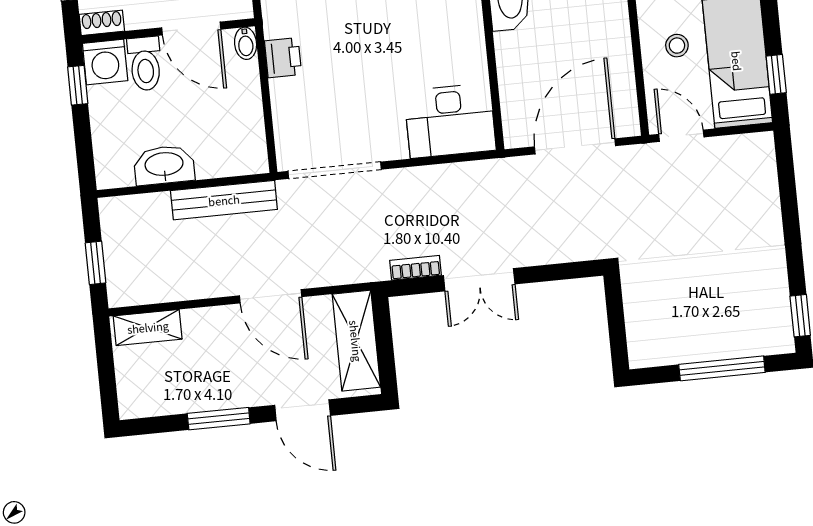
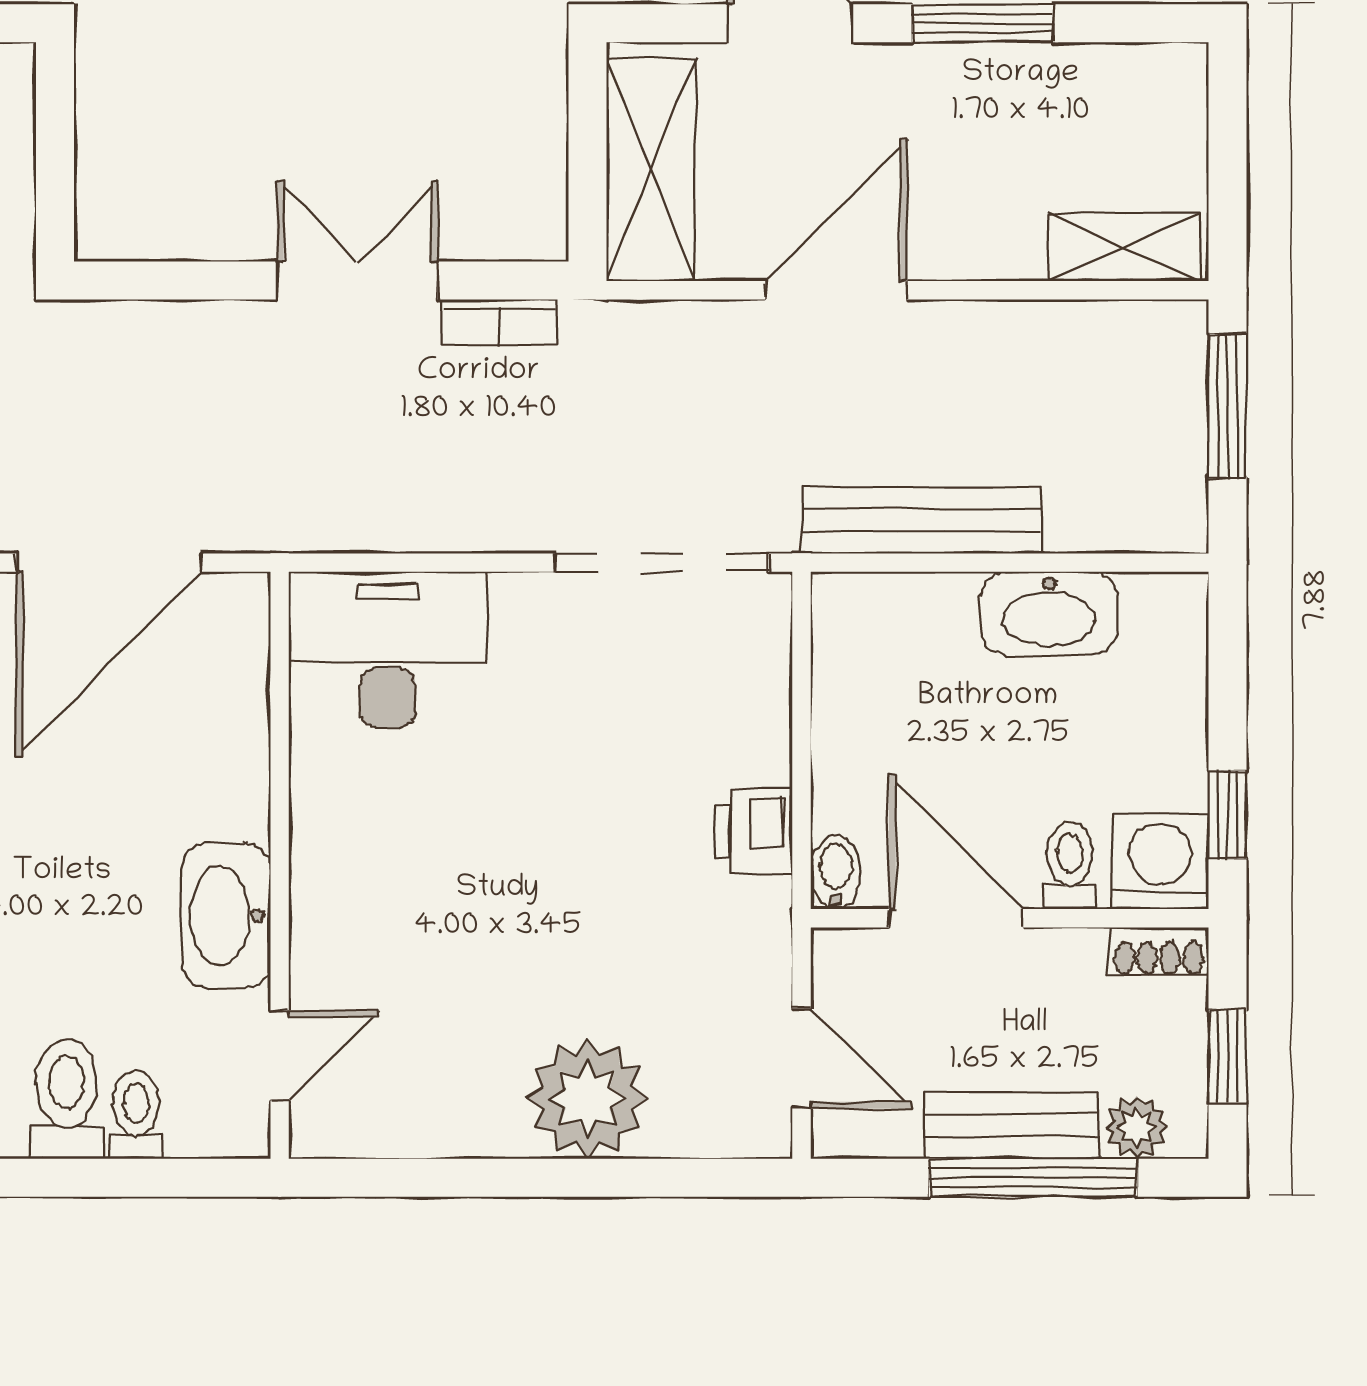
toilet: (145, 64) -> (1070, 865), width x0.73, depth x0.72
window: (96, 263) -> (1227, 406), width x1.50
door: (271, 296) -> (836, 290), hinge flipped

